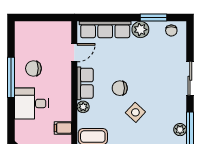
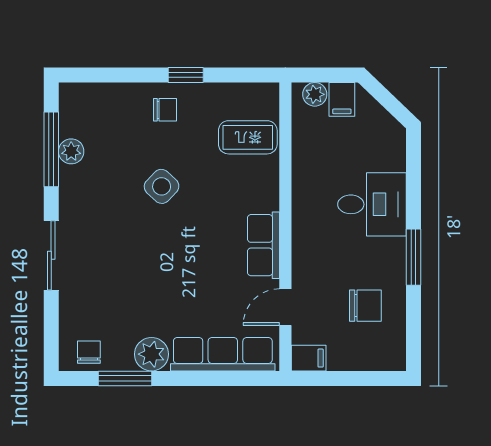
chair: (33, 68) -> (365, 306), moved
window: (11, 77) -> (413, 257), width x0.69
chair: (120, 88) -> (193, 235), removed
plant: (83, 107) -> (268, 197), removed
filing cabinet: (63, 128) -> (309, 358), moved

